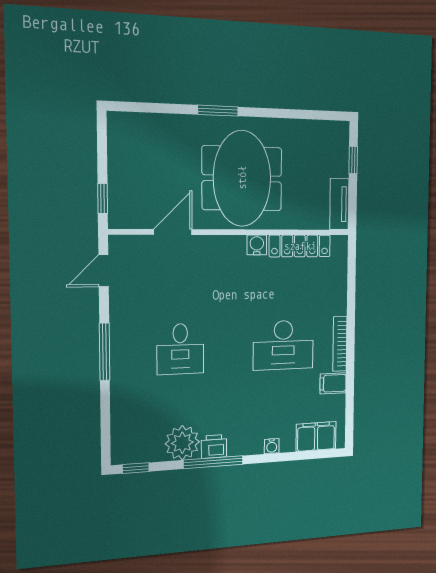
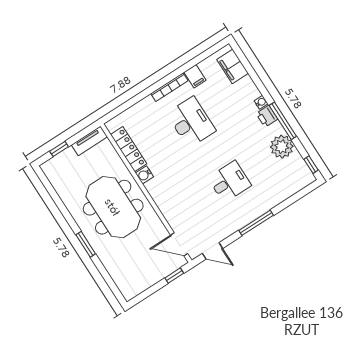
meeting table: (242, 178) -> (113, 207), turned 90
door: (173, 232) -> (179, 244), moved
printer: (214, 446) -> (267, 116), moved
water cooler: (272, 446) -> (261, 102), moved

